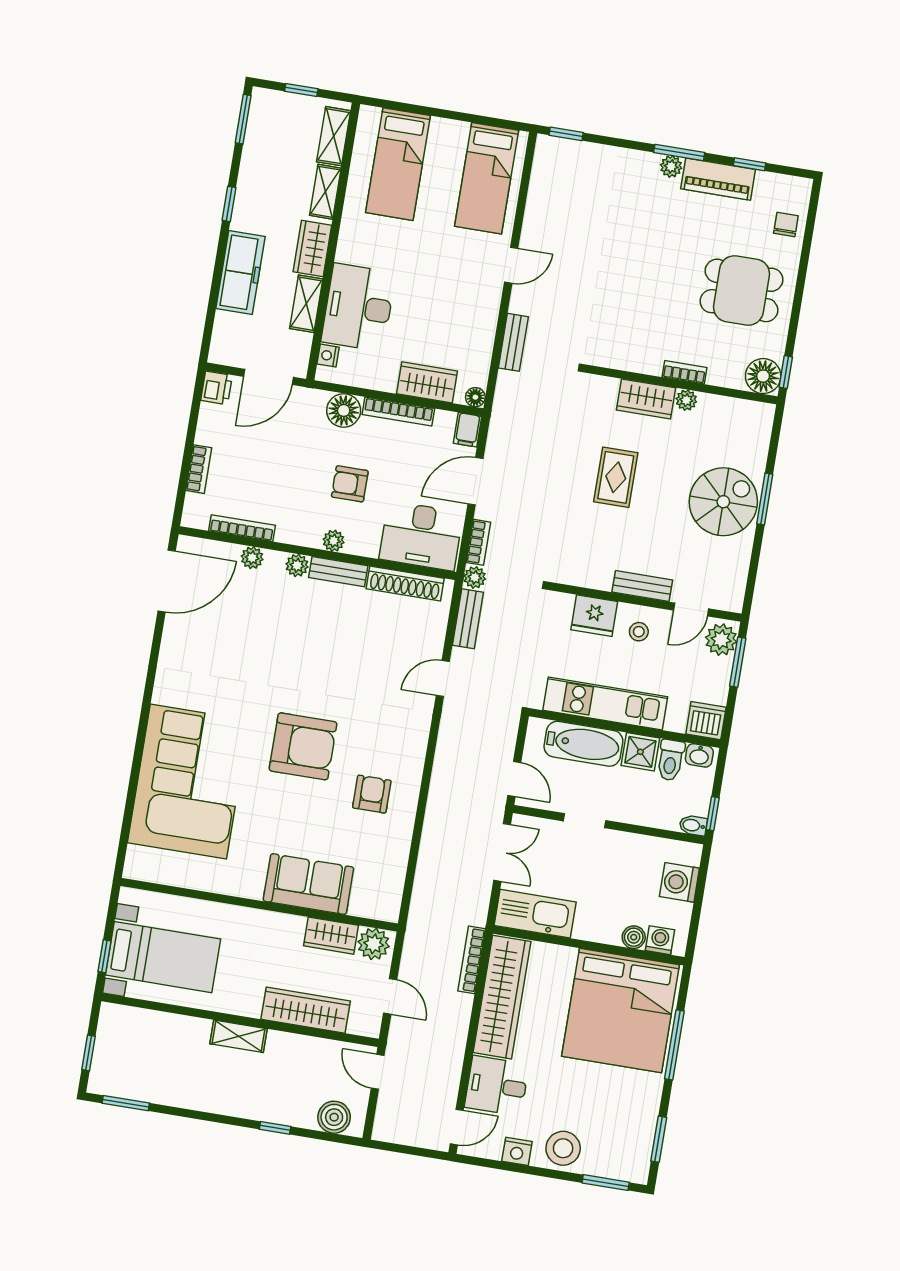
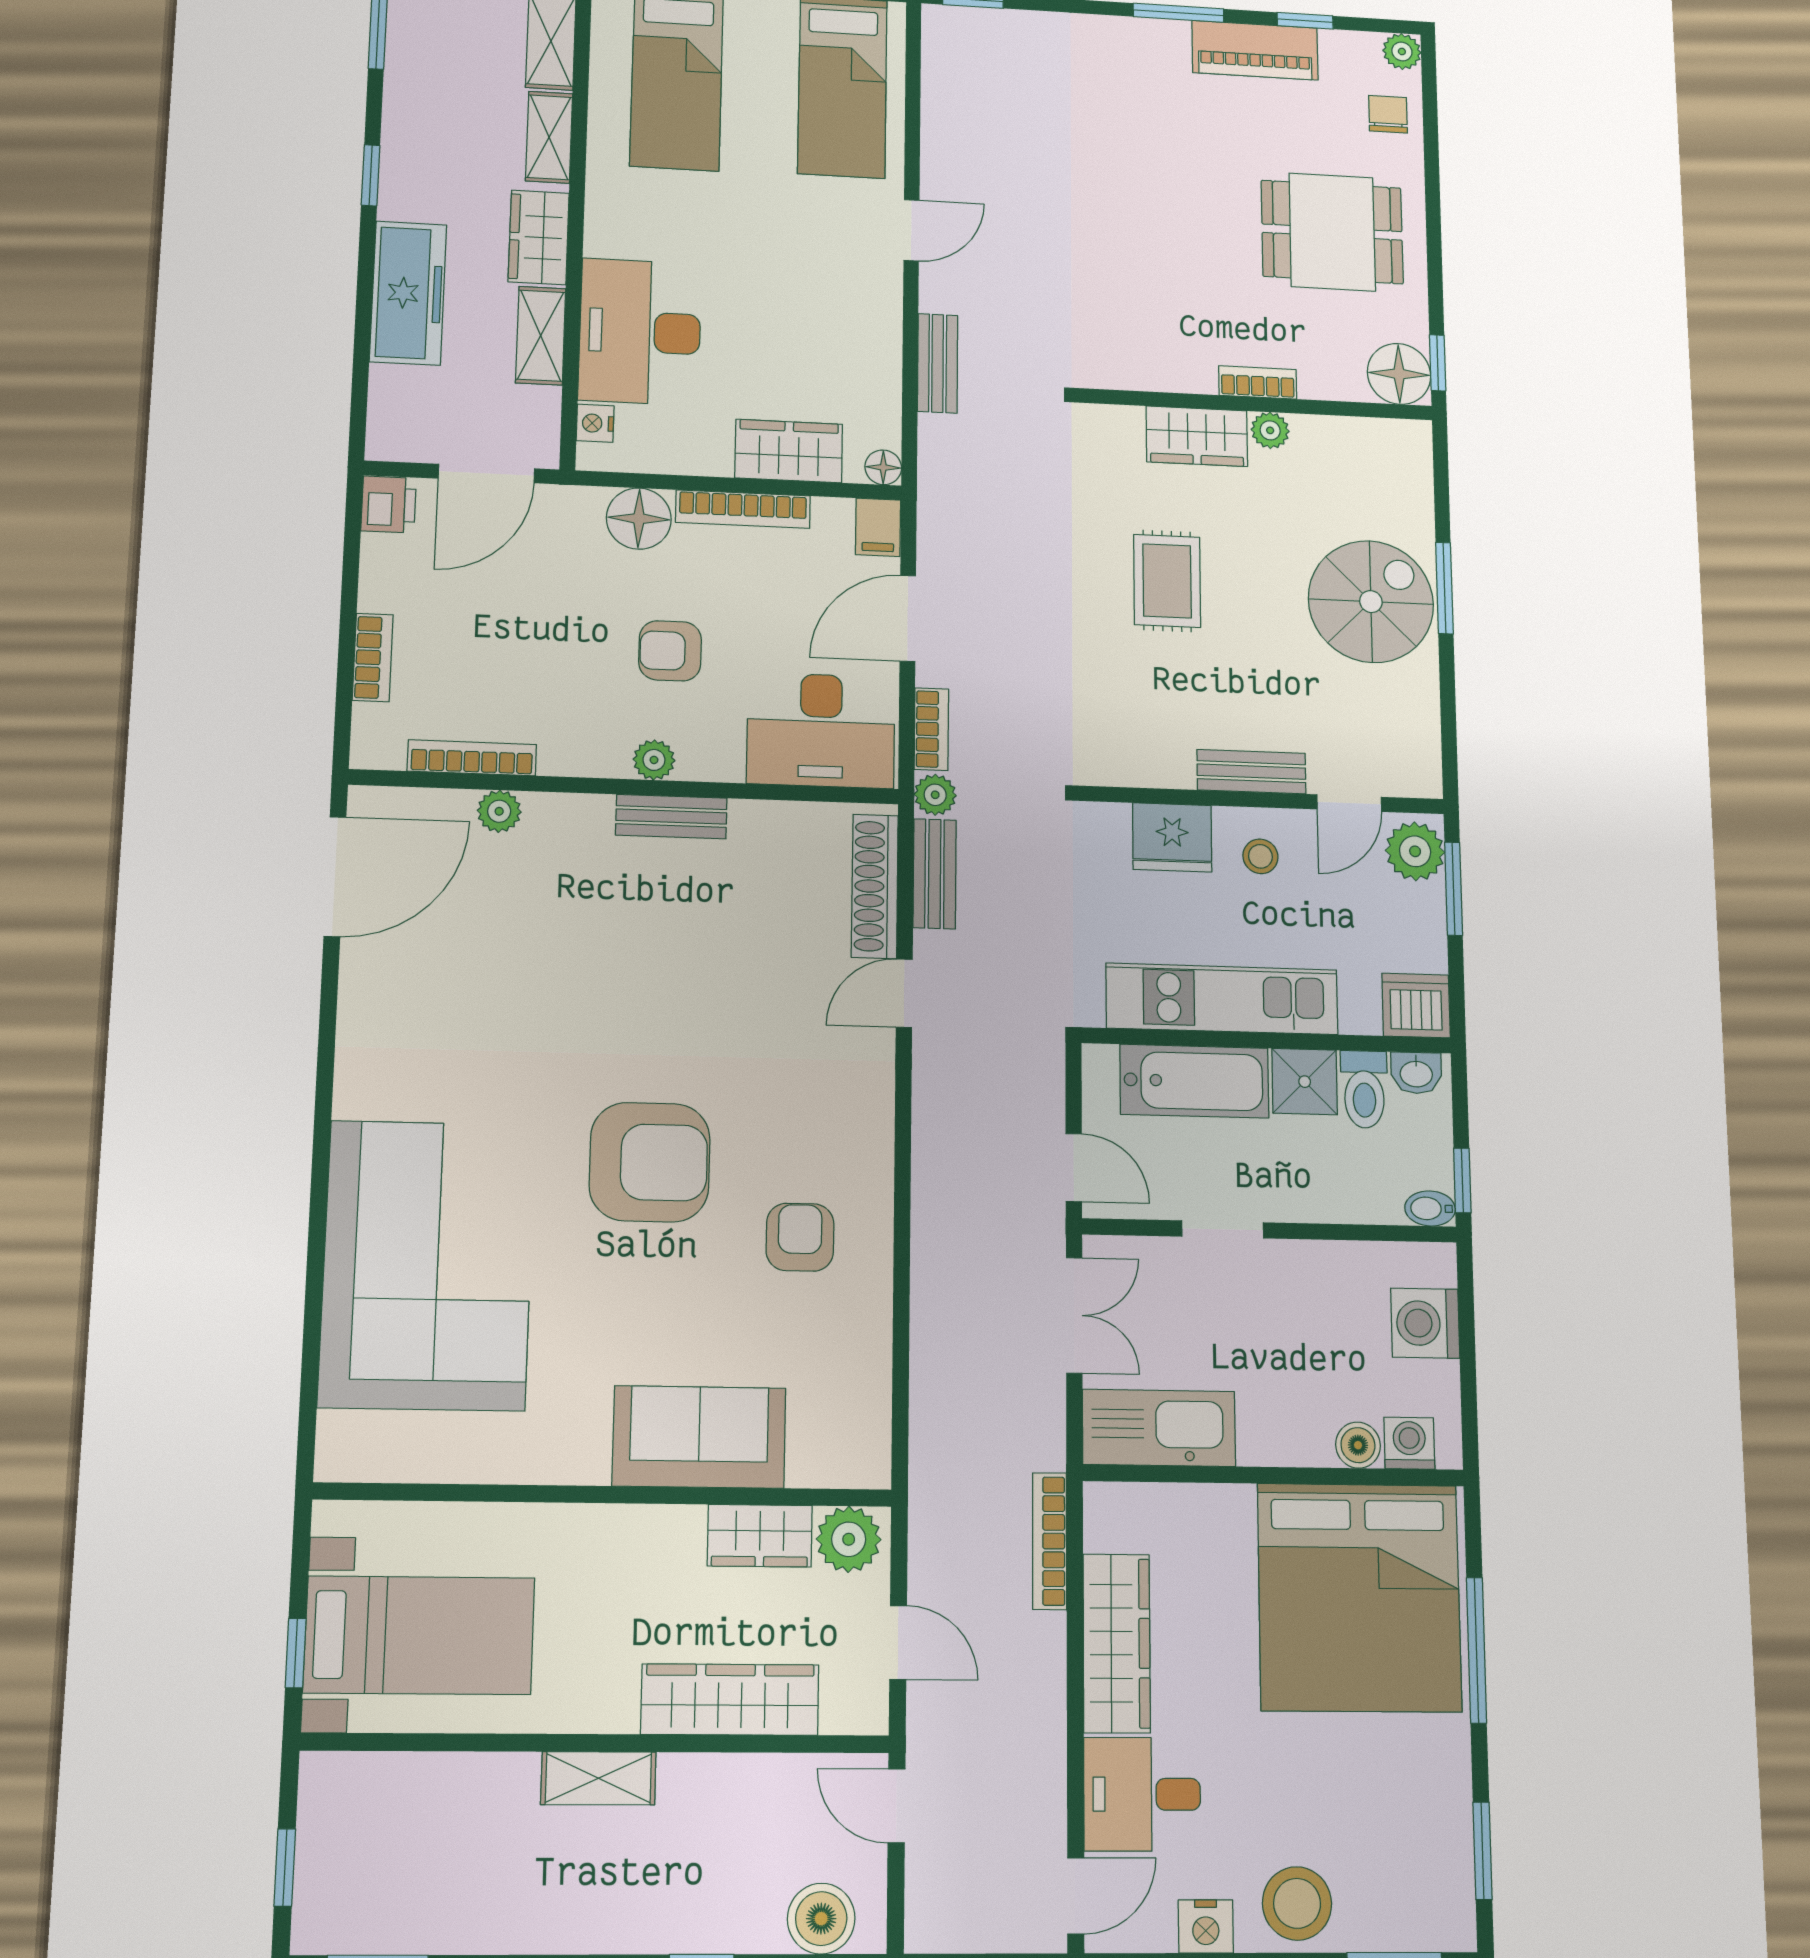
plant: (671, 166) -> (1402, 51), moved
plant: (297, 565) -> (589, 815), removed
shoe rack: (405, 584) -> (875, 886), moved, turned 90
wardrobe: (502, 997) -> (1117, 1643), width x0.71, depth x0.85

